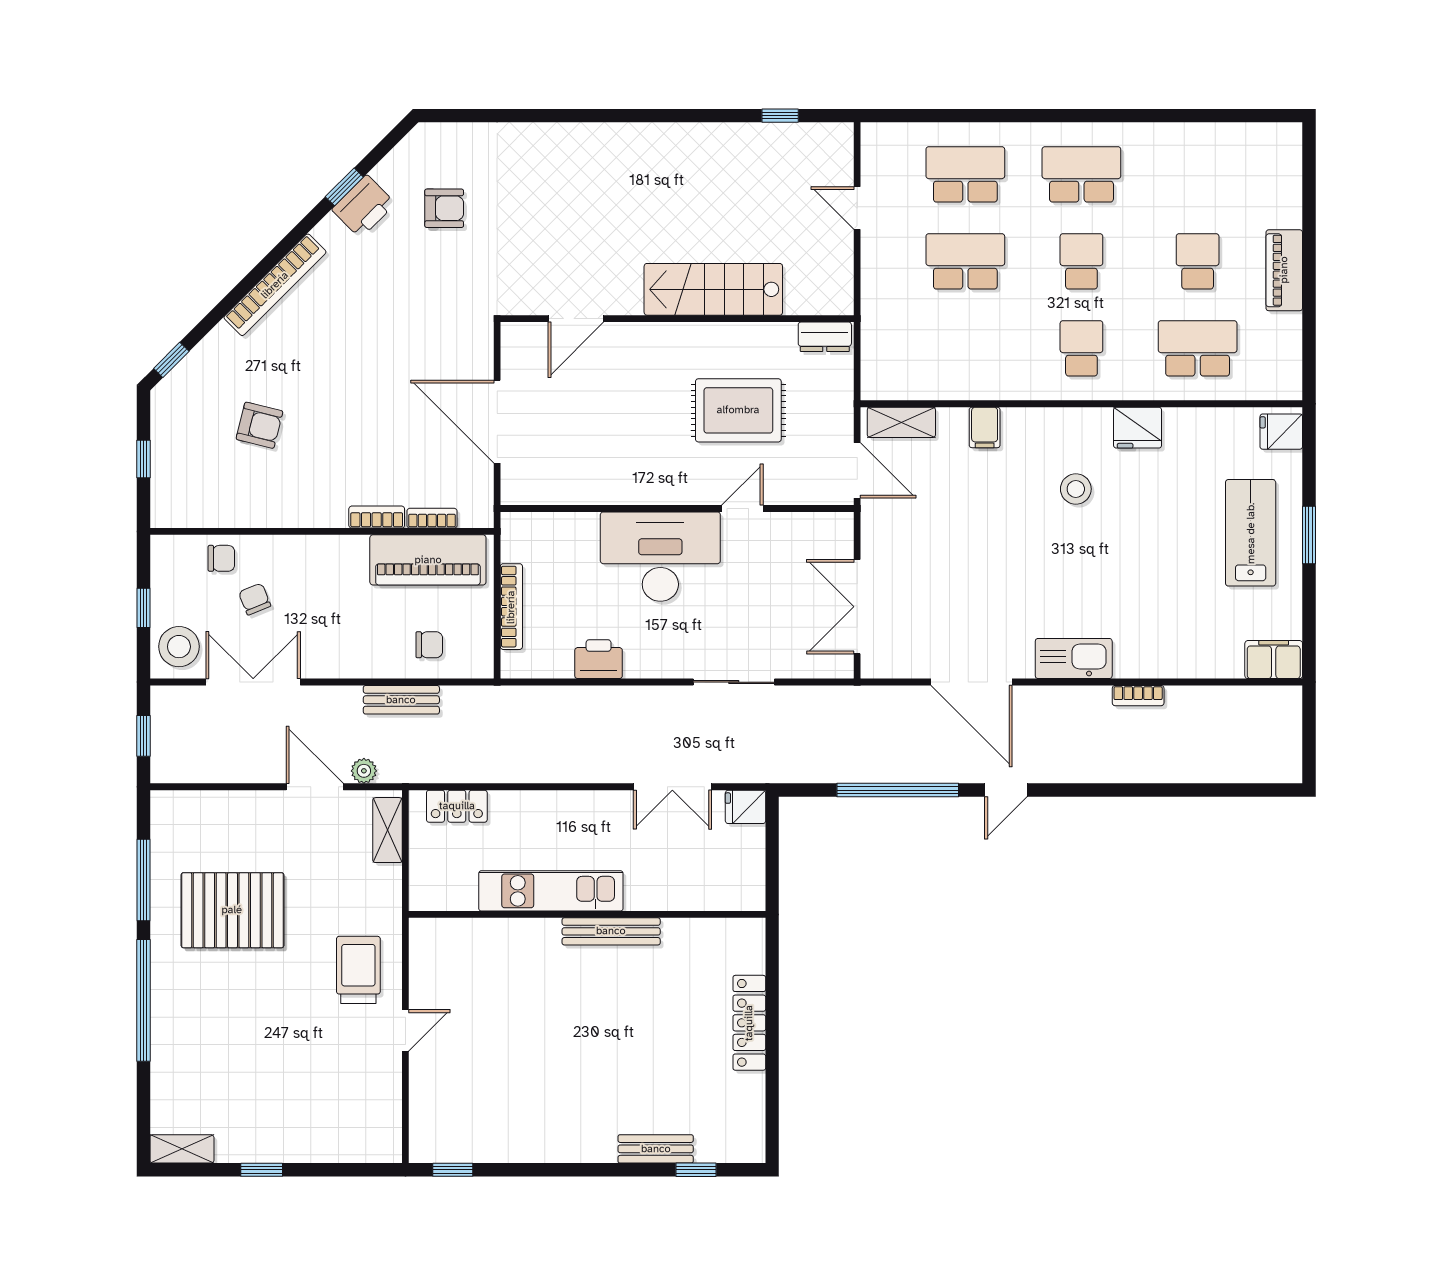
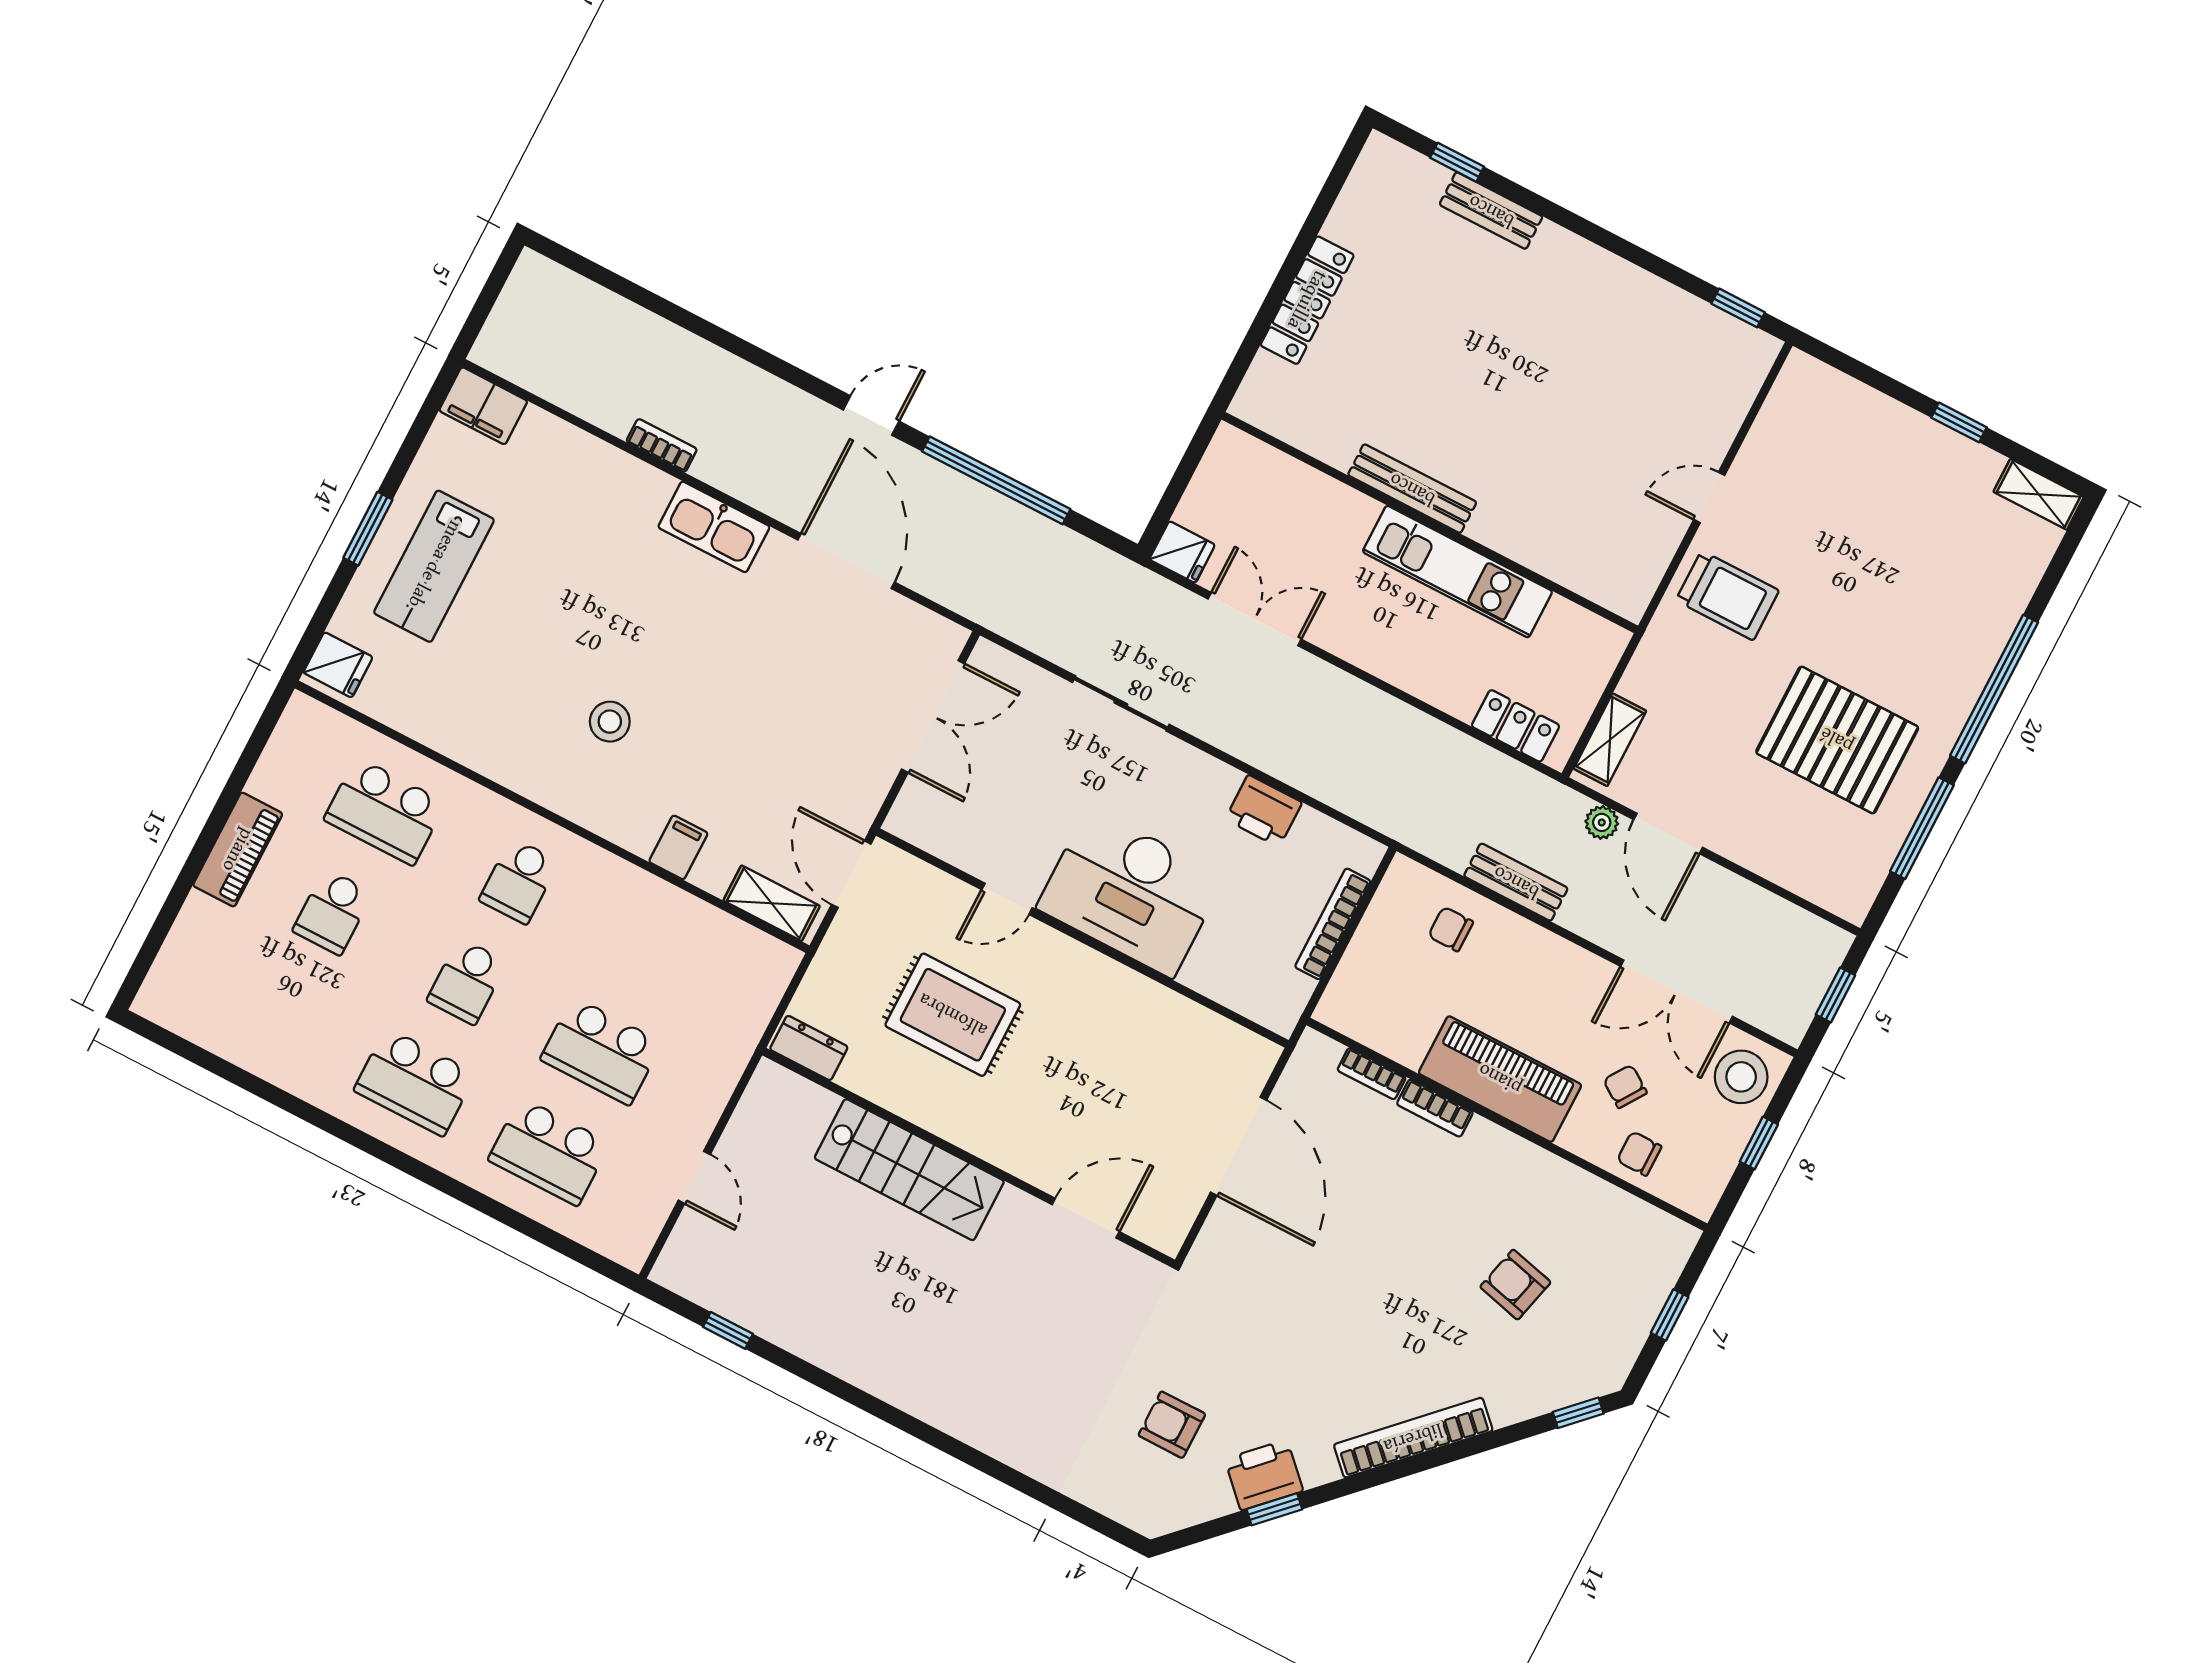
fridge: (1138, 428) -> (502, 756), removed
piano: (428, 560) -> (1500, 1079), moved
chair: (255, 599) -> (1625, 1086), turned 146
trolley: (358, 970) -> (1727, 596), turned -90

